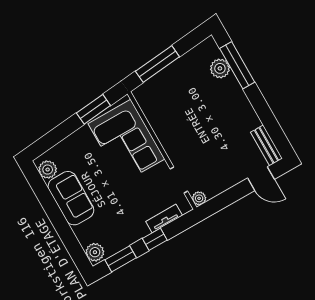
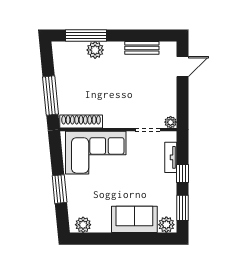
plant: (220, 68) -> (95, 50), moved
window: (93, 109) -> (60, 189), moved
shoe rack: (149, 109) -> (81, 122), added
bench: (267, 145) -> (142, 48), moved
sofa: (71, 198) -> (134, 219), moved

